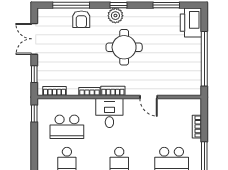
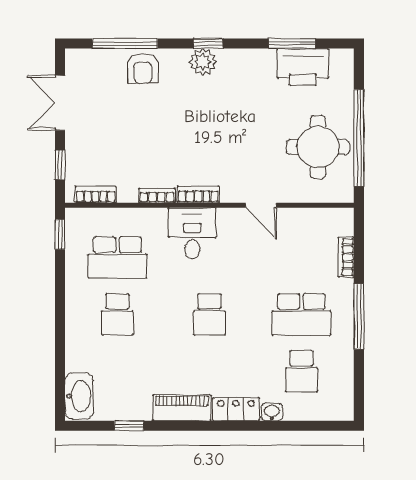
printer: (191, 23) -> (303, 67), moved, turned -90
round table: (124, 47) -> (318, 147), moved

